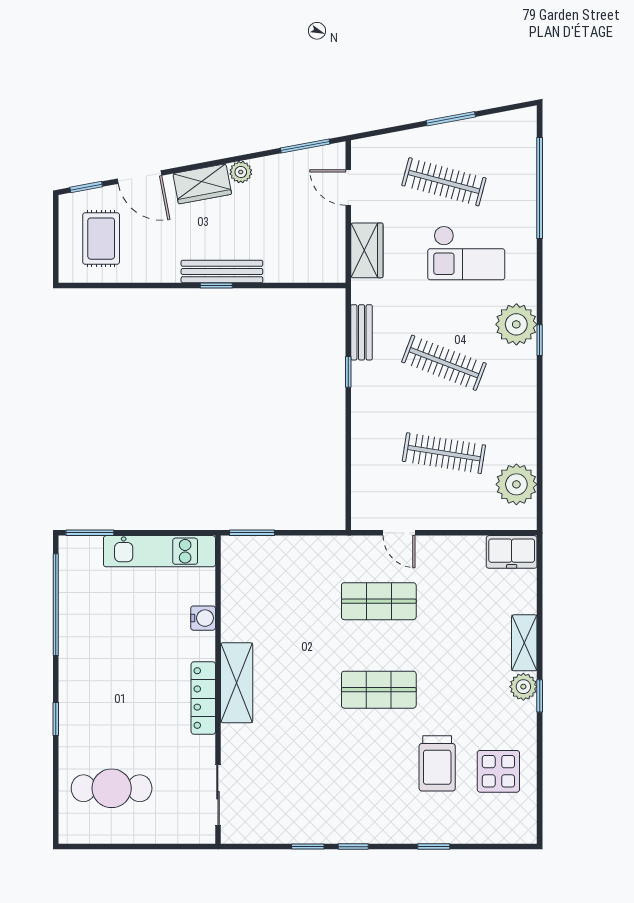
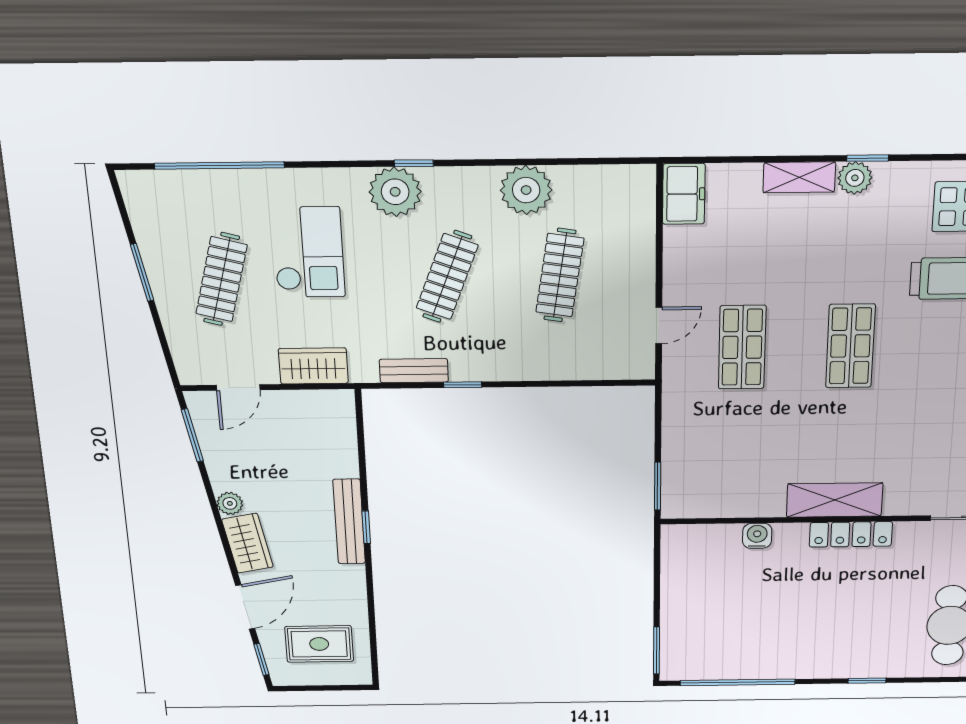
plant: (516, 484) -> (526, 190), moved
kitchen unit: (159, 551) -> (678, 581), removed

